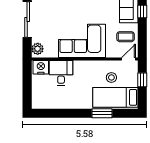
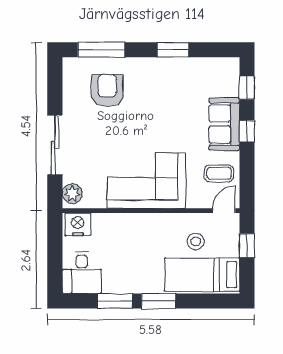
desk: (61, 73) -> (82, 273), moved, turned 180
window: (63, 113) -> (115, 301), added
window: (102, 113) -> (159, 301), moved

